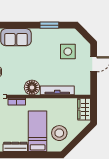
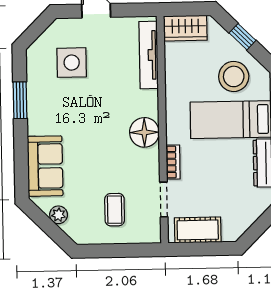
tv unit: (57, 90) -> (149, 55), moved
window: (79, 138) -> (243, 37), added

